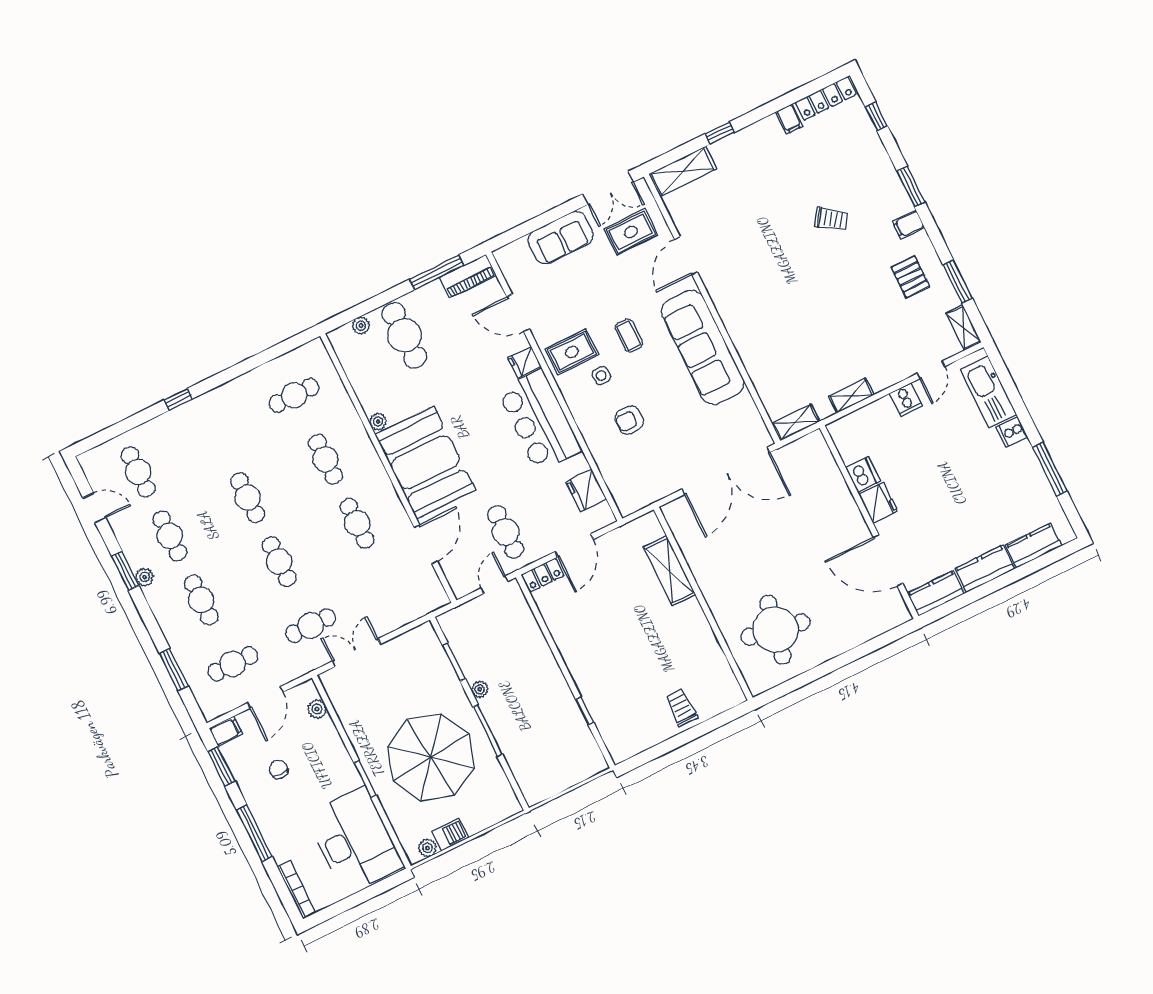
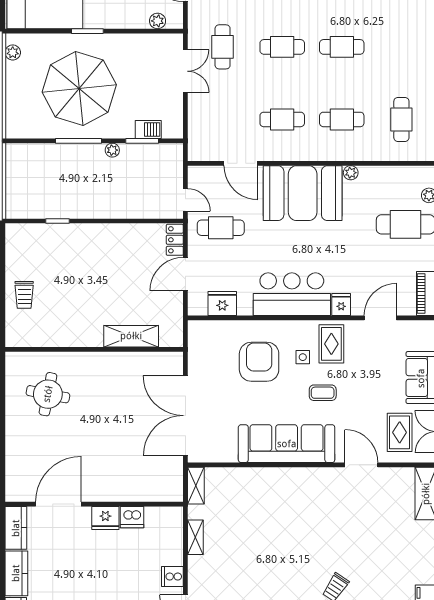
armchair: (629, 420) -> (259, 362), width x1.88, depth x1.88
door: (574, 545) -> (185, 274), hinge flipped
round table: (776, 630) -> (48, 394), width x0.73, depth x0.73
trolley: (682, 708) -> (24, 295), turned 90
barbecue: (450, 835) -> (148, 130), moved, turned -90

